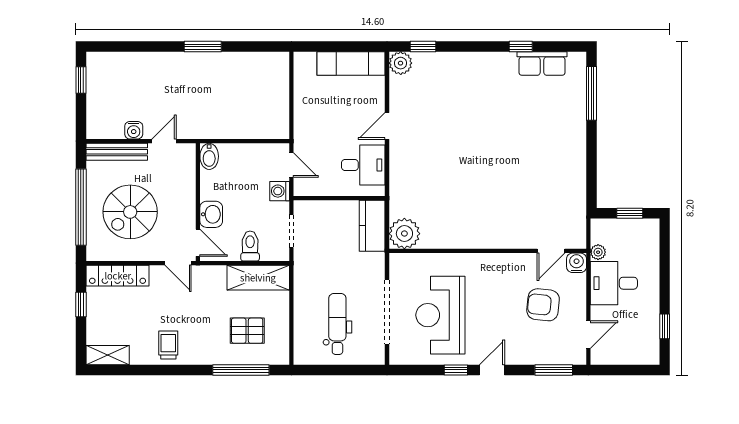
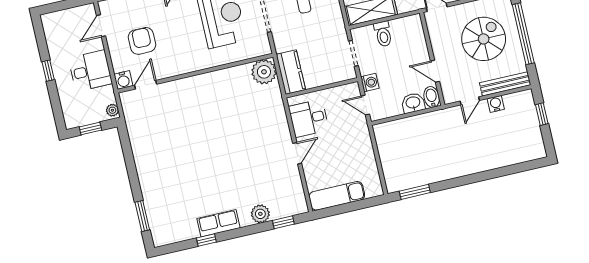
window: (203, 47) -> (415, 192), moved
plant: (401, 63) -> (260, 214), moved
row of seats: (542, 64) -> (218, 223), moved
window: (81, 80) -> (542, 114), moved
window: (591, 93) -> (142, 216), width x0.69
washbasin: (211, 214) -> (413, 103), moved, turned 90
door: (198, 243) -> (435, 71), moved
plant: (598, 252) -> (112, 110), moved
armchair: (543, 305) -> (142, 41), turned -96
window: (665, 326) -> (48, 71), moved

